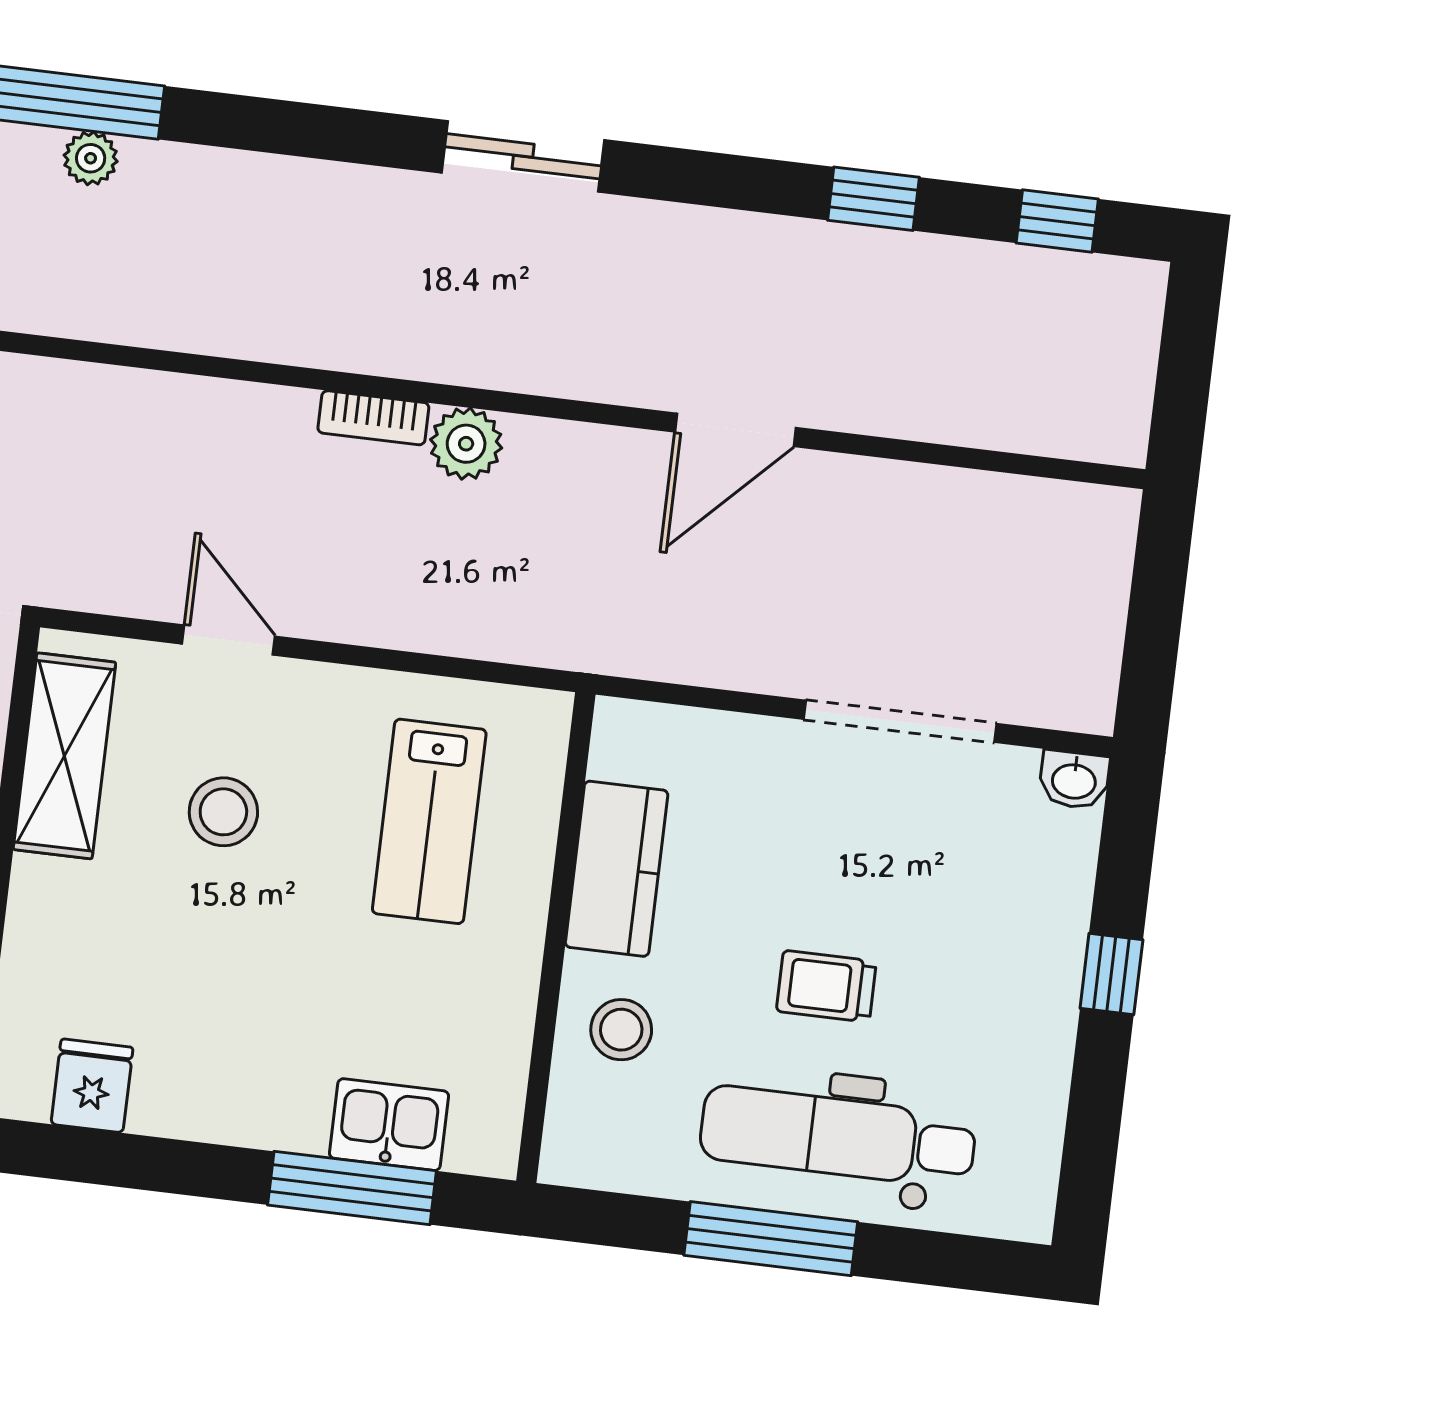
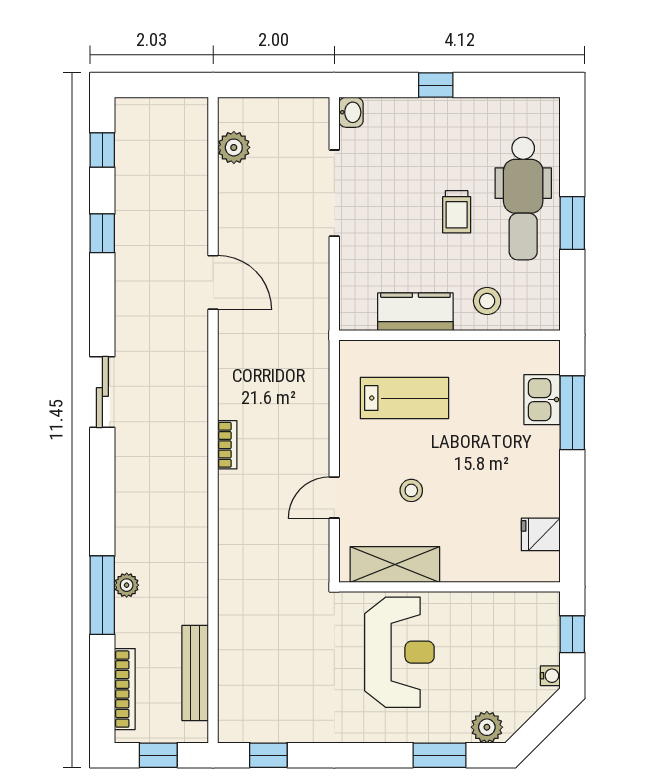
plant: (466, 444) -> (234, 147), moved
stool: (223, 812) -> (411, 490), width x0.73, depth x0.73
window: (771, 1239) -> (572, 223), width x0.69

